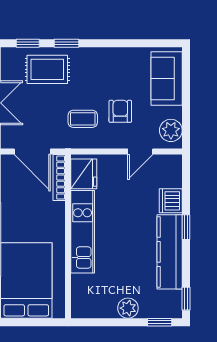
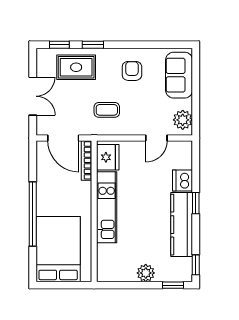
armchair: (120, 111) -> (132, 71), moved

